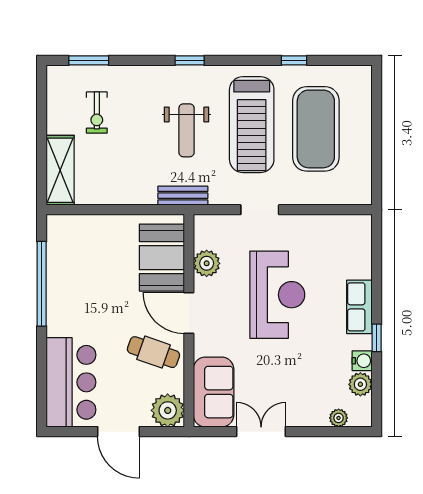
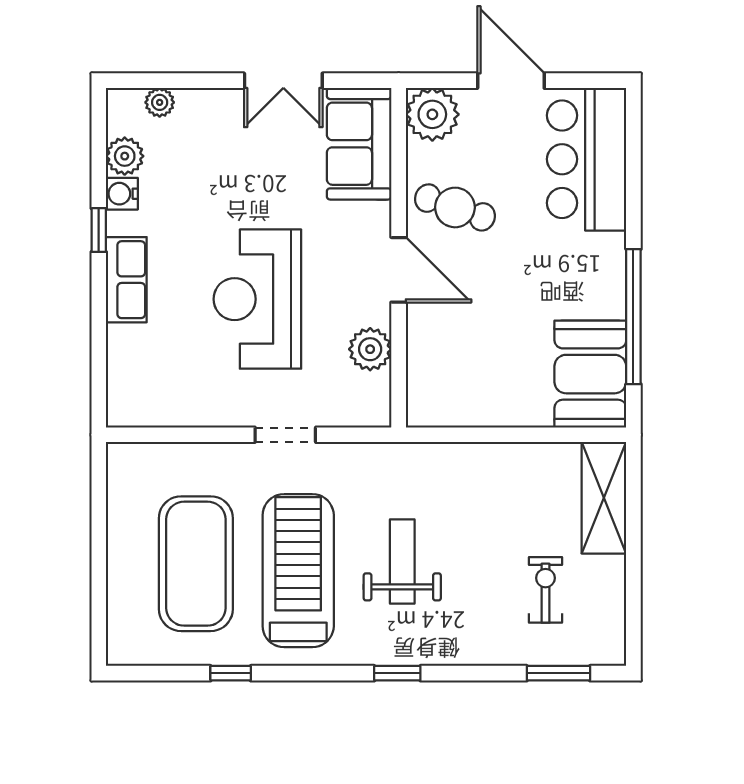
bench: (183, 196) -> (408, 457), removed
booth: (162, 258) -> (590, 374), moved

